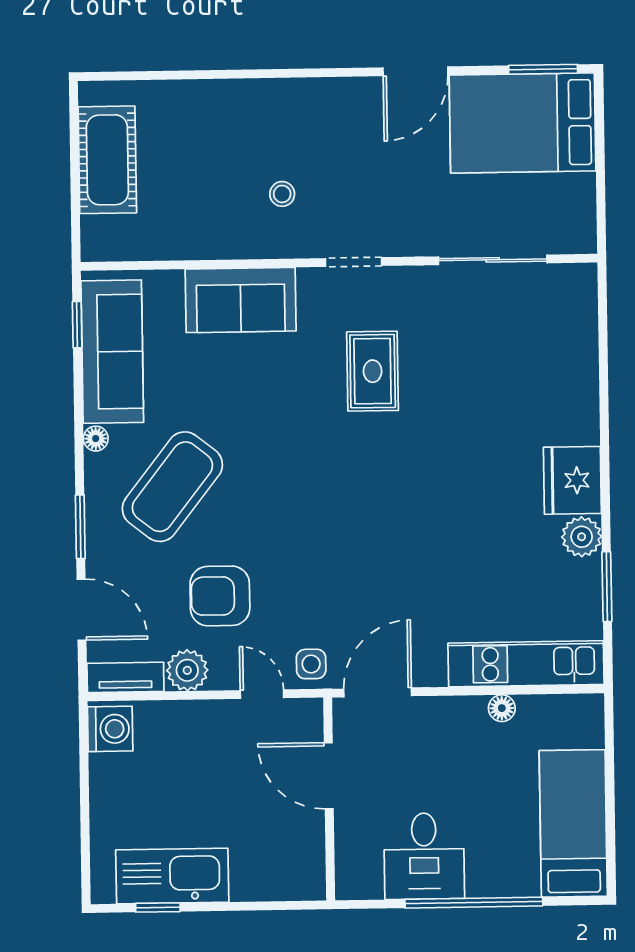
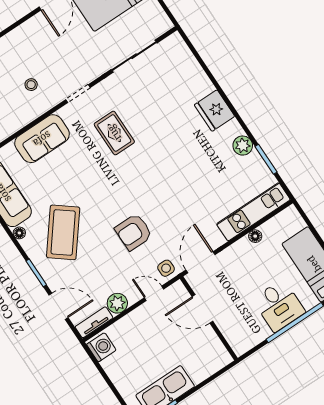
fridge: (572, 480) -> (215, 111), moved
armchair: (220, 596) -> (134, 232), moved
desk: (424, 856) -> (279, 306), moved

